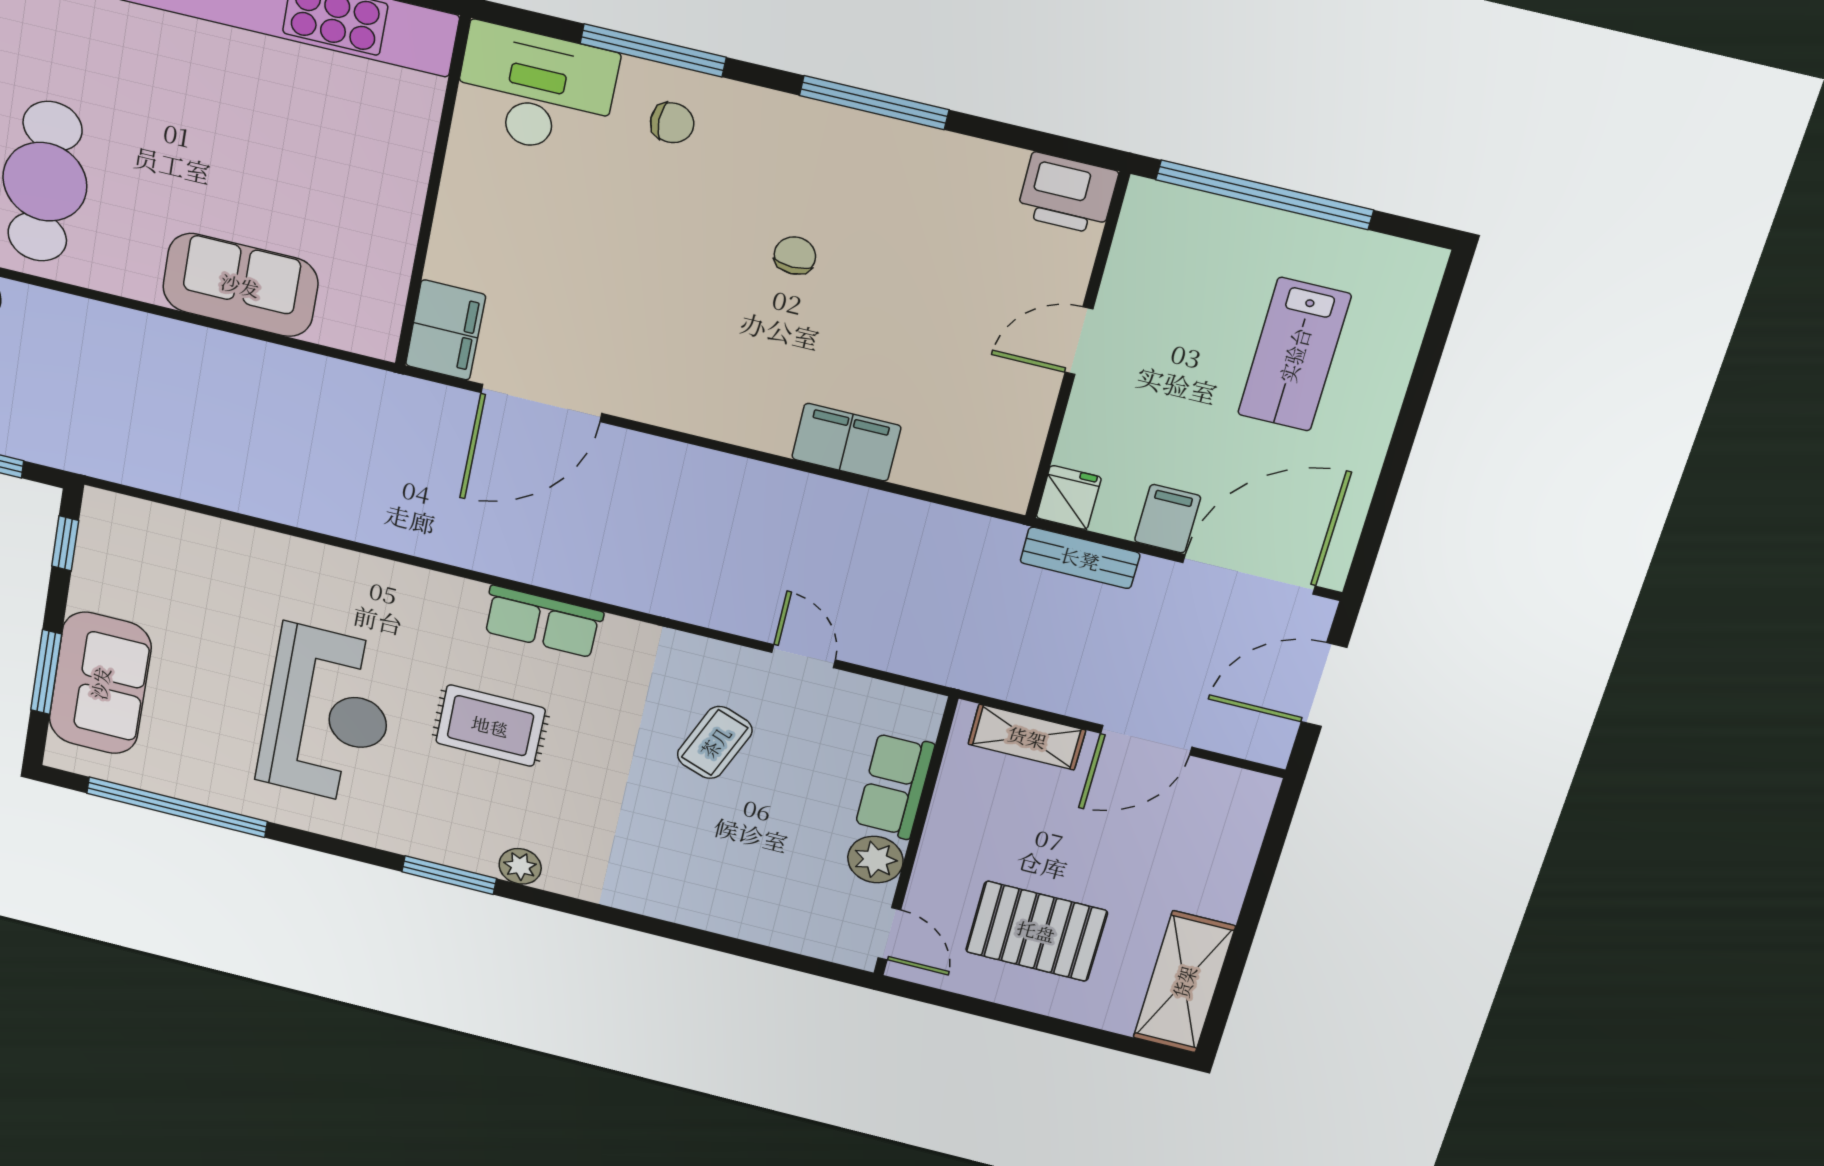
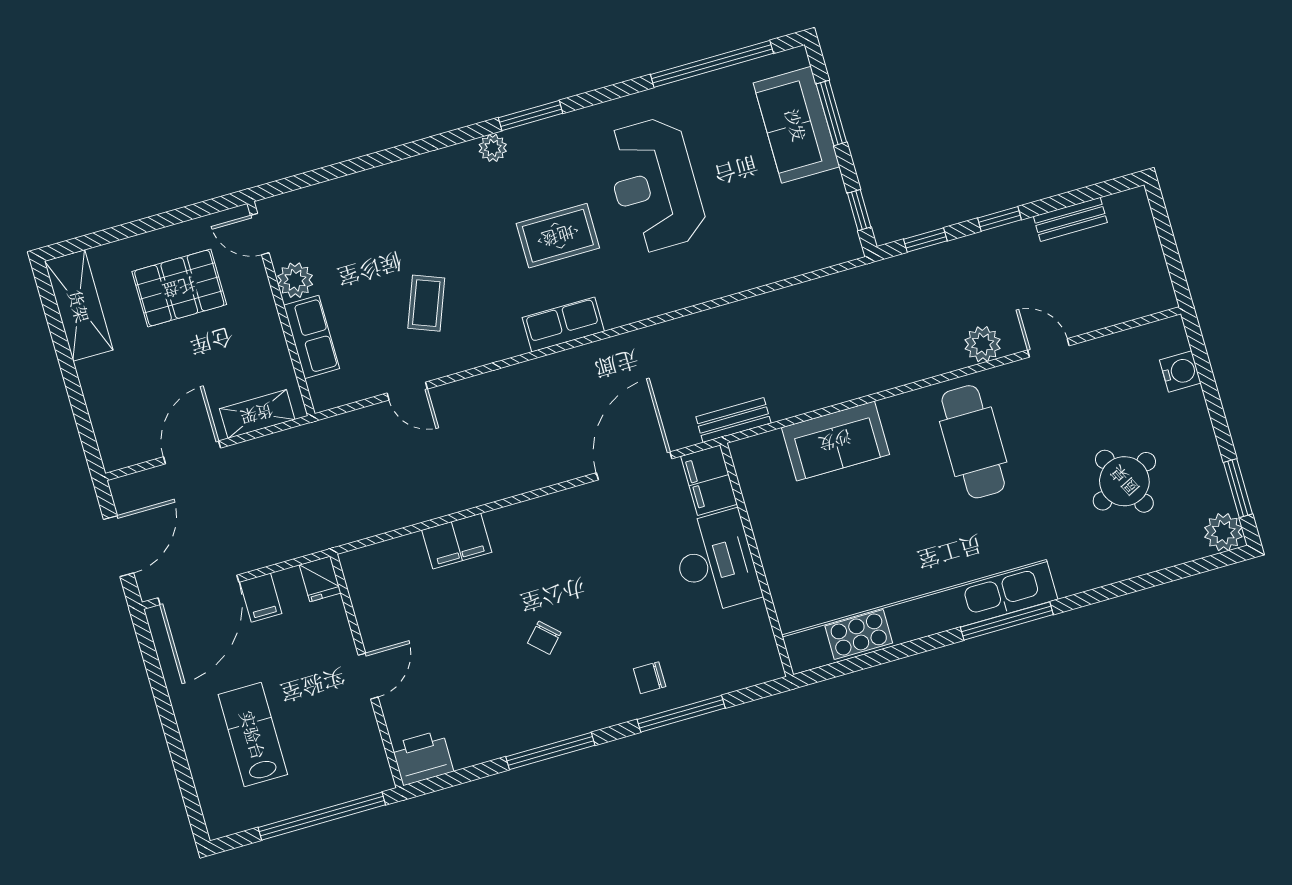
desk: (535, 90) -> (716, 562), moved, turned -90
chair: (795, 256) -> (544, 638), turned 43
bench: (1080, 558) -> (733, 420), moved

